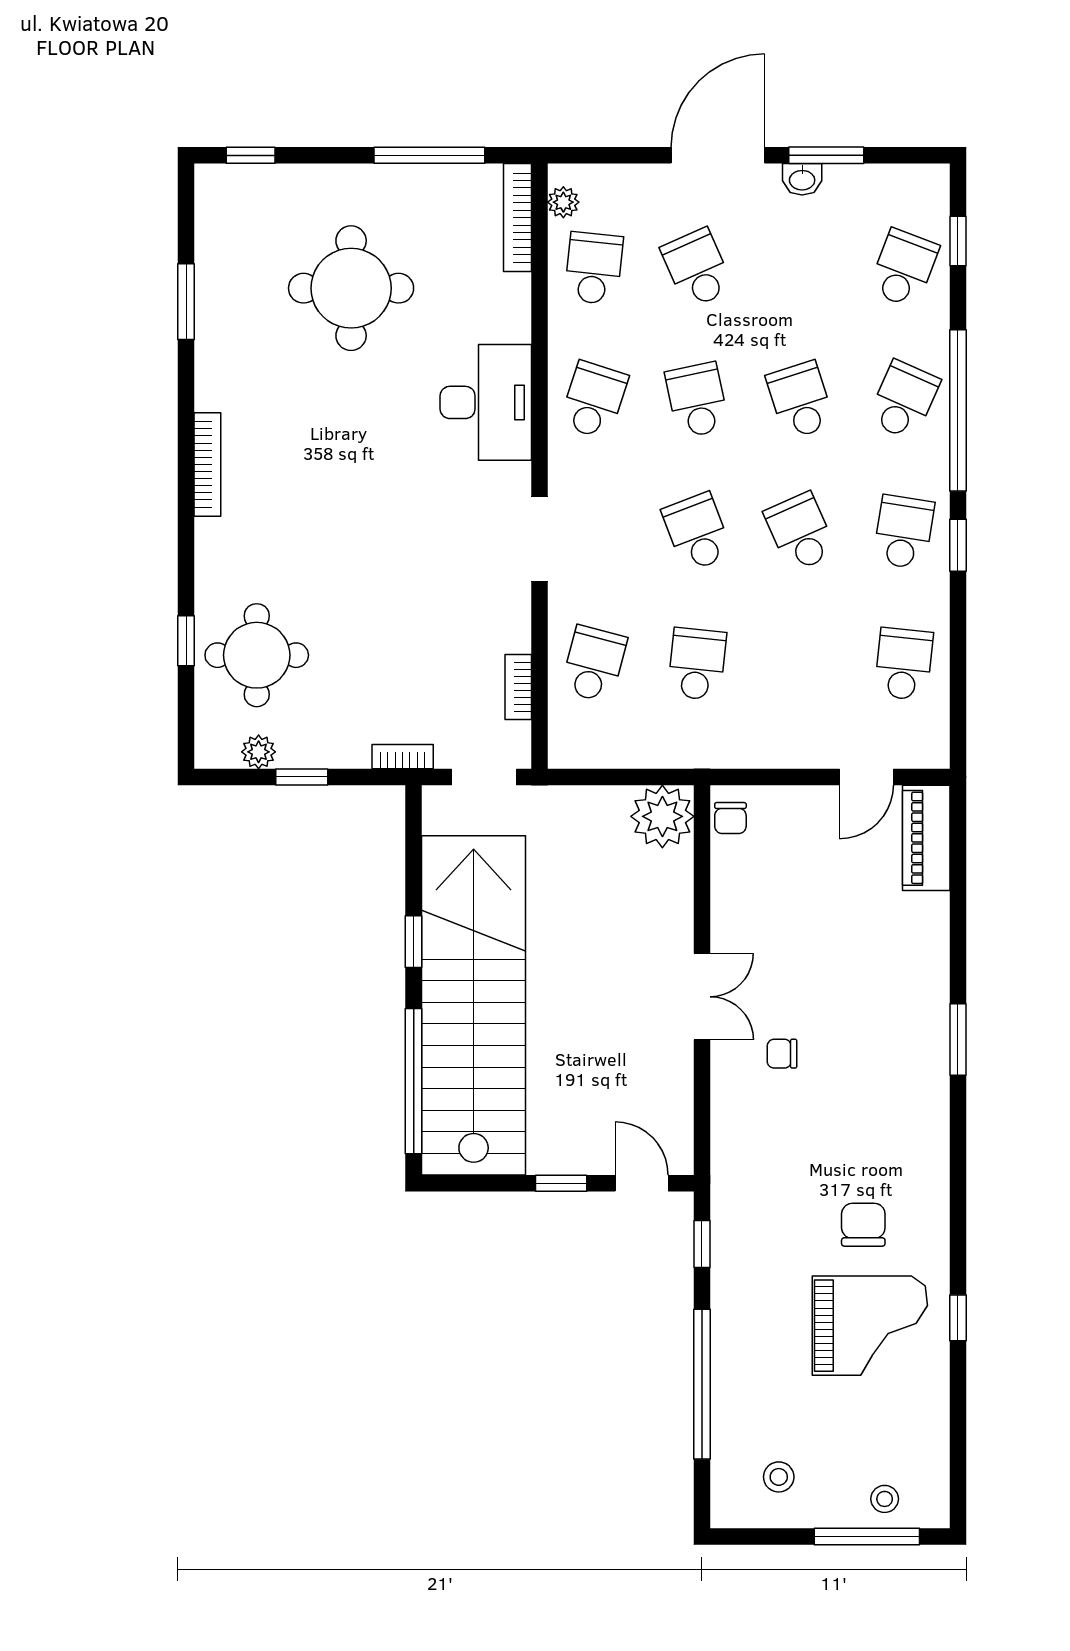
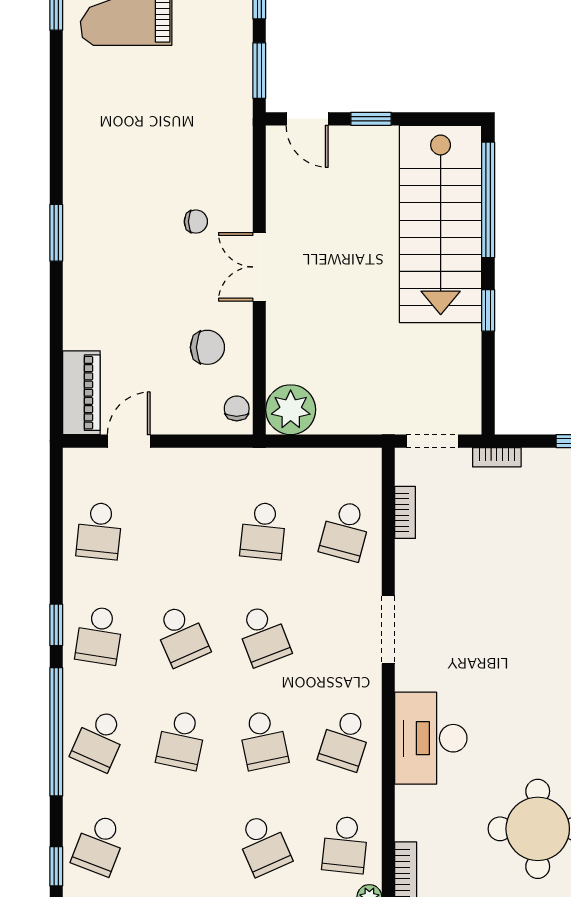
school desk: (800, 400) -> (181, 740), turned 30
stairs: (474, 1005) -> (441, 224), width x0.73
chair: (863, 1225) -> (207, 347), moved, turned -90
window: (702, 1244) -> (259, 71), width x1.50

